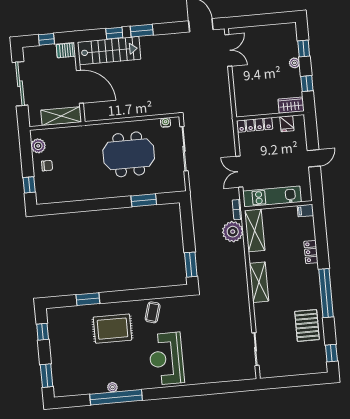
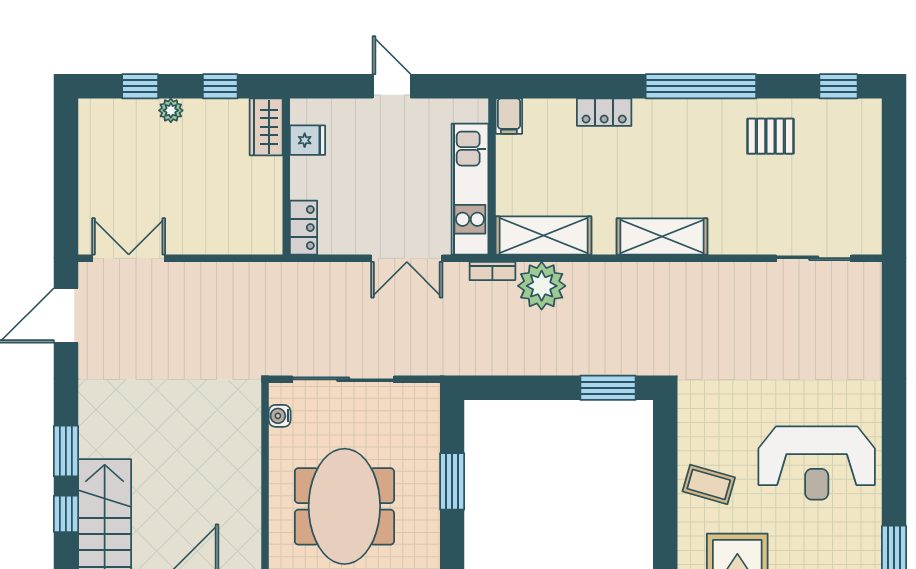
locker: (255, 125) -> (304, 228), width x0.66
pallet: (307, 325) -> (770, 136), width x0.67, depth x0.71

